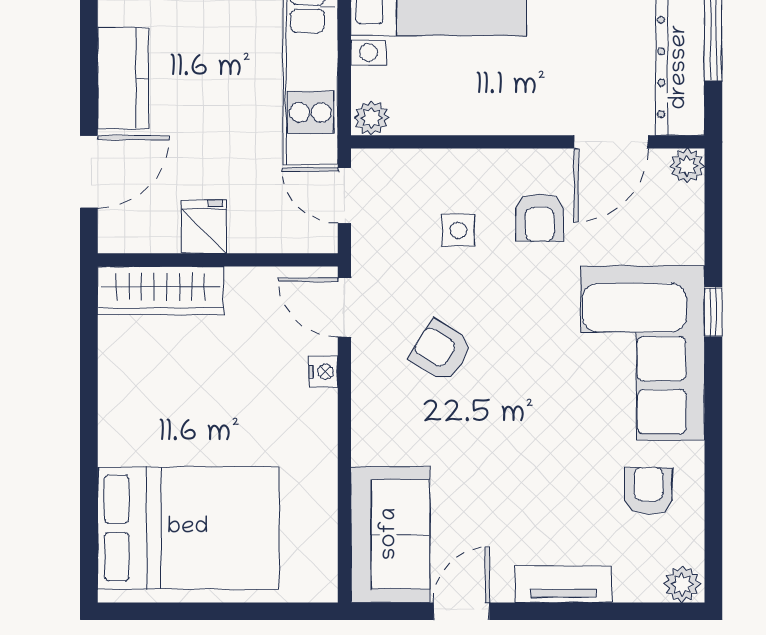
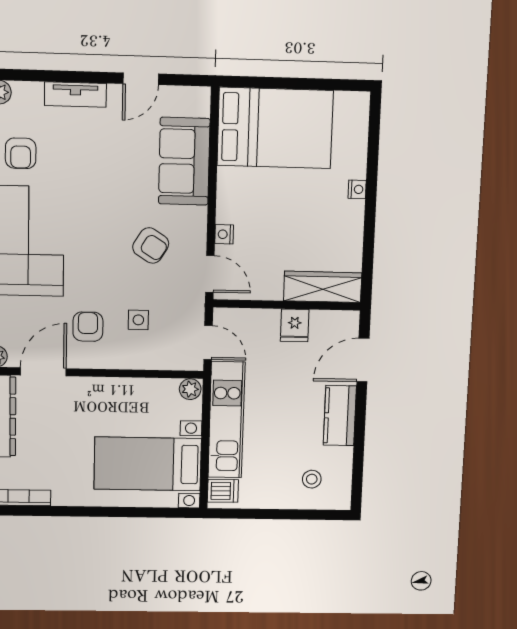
nightstand: (112, 449) -> (357, 189), added
bed: (188, 528) -> (275, 128), moved, turned 180
sofa: (390, 534) -> (184, 161), moved

